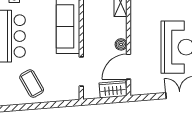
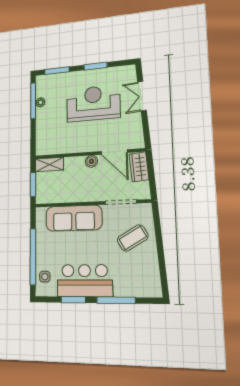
coffee table: (32, 84) -> (133, 238), moved

